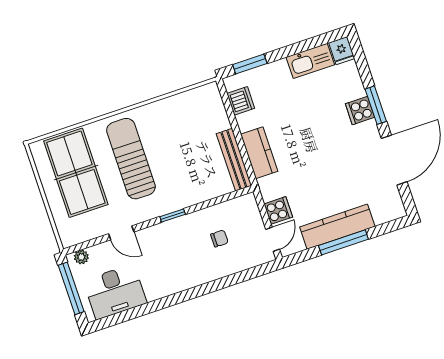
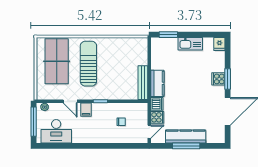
kitchen sink: (310, 61) -> (190, 44), moved
dishwasher: (241, 101) -> (157, 104), moved
filing cabinet: (153, 238) -> (86, 110), added

